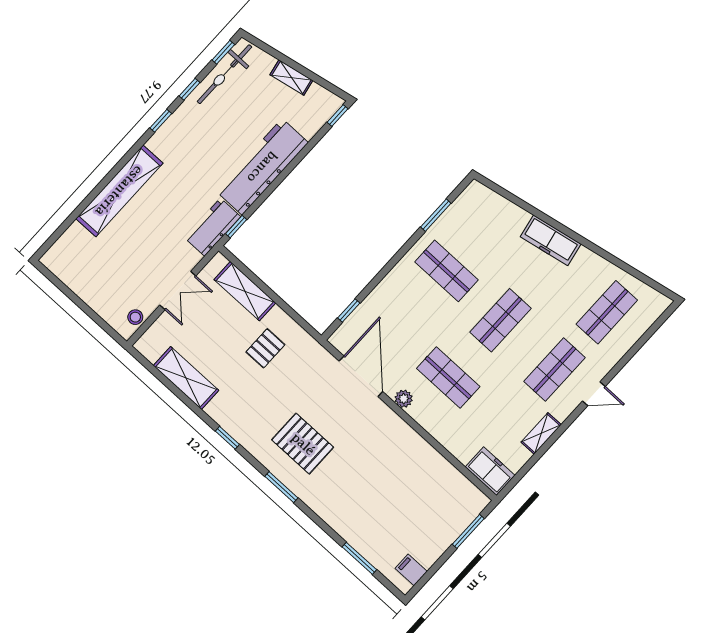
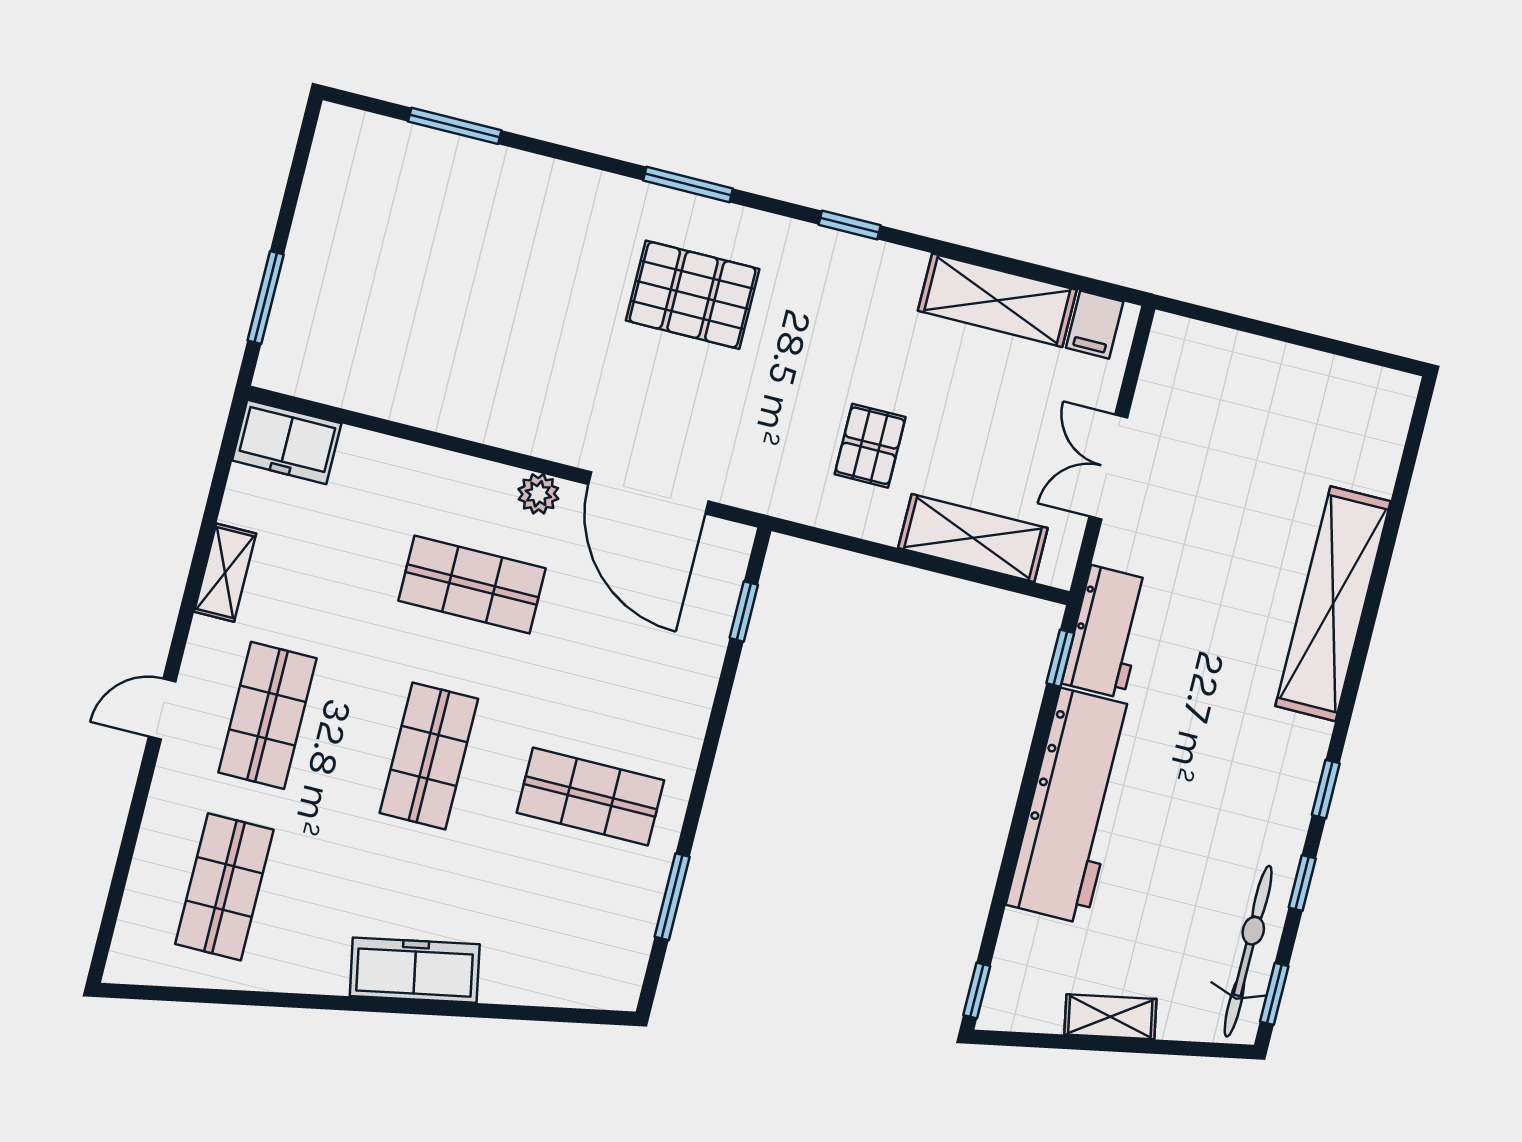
stool: (135, 317) -> (1165, 368), removed
filing cabinet: (411, 570) -> (1095, 325), moved, turned 90

